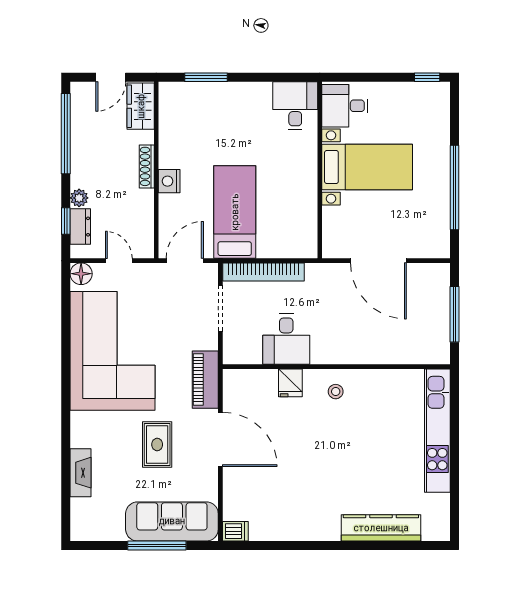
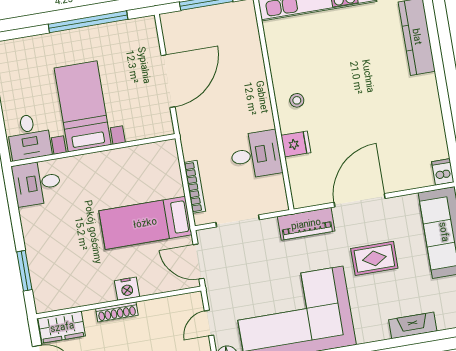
bookcase: (263, 272) -> (195, 187), width x0.68, depth x0.76

